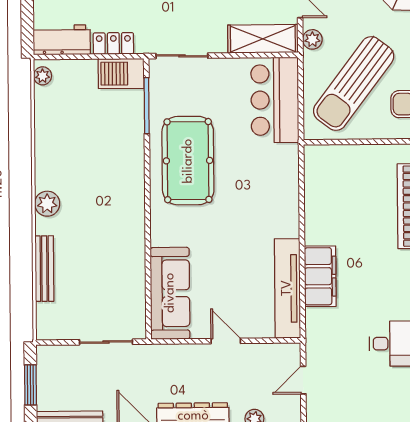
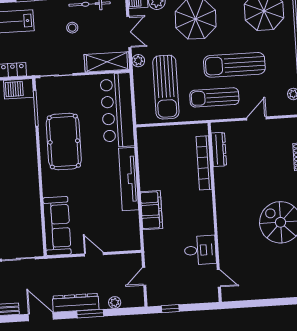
sun lounger: (354, 84) -> (166, 87), turned -37
bar counter: (275, 100) -> (117, 110), width x1.36
tv unit: (287, 288) -> (129, 179), moved

